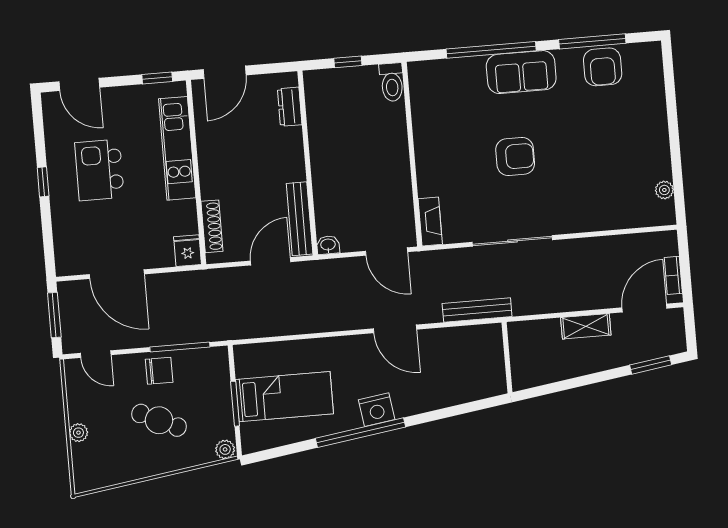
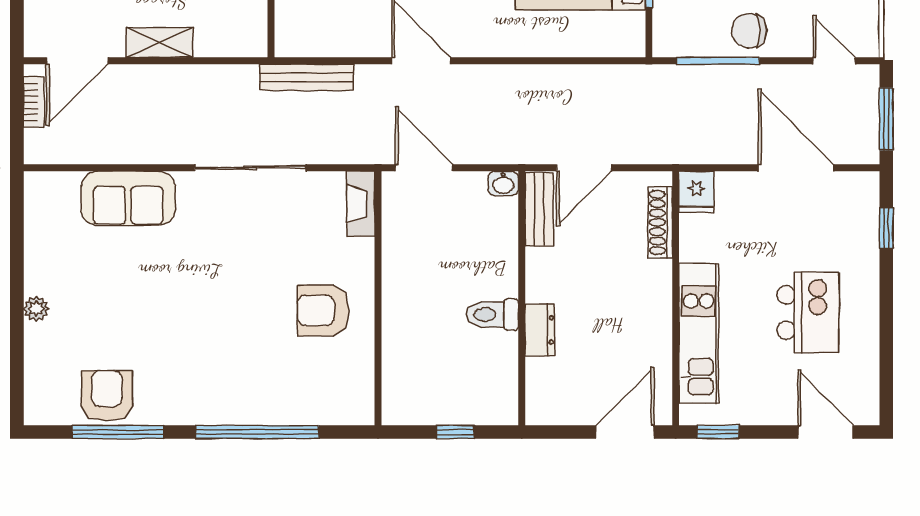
sofa: (521, 72) -> (128, 198), moved, turned 180
toilet: (392, 82) -> (492, 315), moved, turned -90
dresser: (290, 107) -> (540, 330), moved
armchair: (515, 156) -> (323, 311), moved
window: (43, 182) -> (886, 228), moved
plant: (664, 190) -> (36, 309), moved
bench: (300, 219) -> (539, 209), width x0.73

